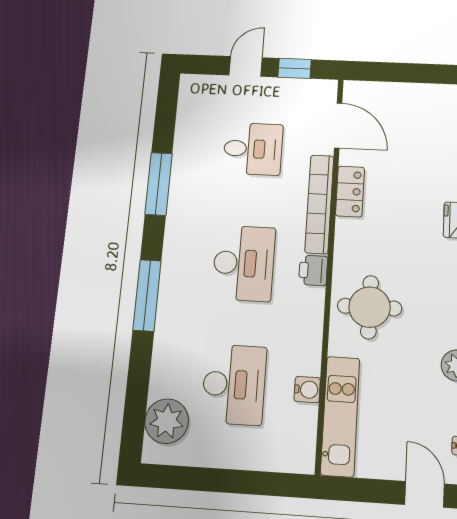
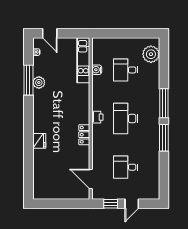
window: (159, 184) -> (164, 138), moved
locker: (350, 192) -> (84, 135), moved
bookcase: (319, 204) -> (96, 145), removed
round table: (370, 307) -> (74, 103), removed
desk: (234, 384) -> (126, 70), width x0.73

